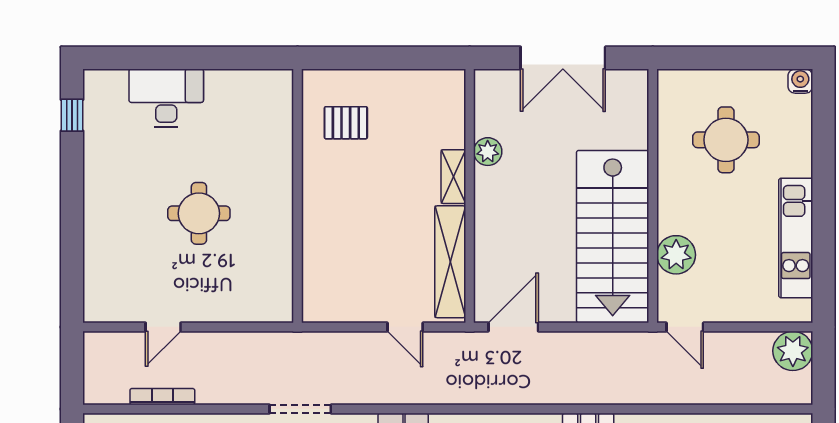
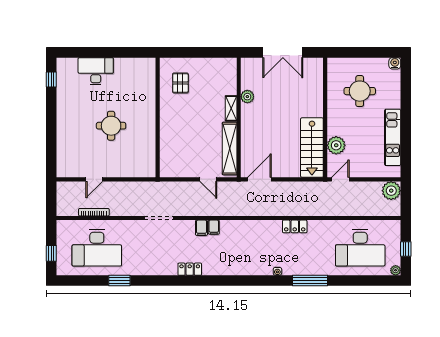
pallet: (346, 123) -> (180, 83), turned 90
stairs: (613, 237) -> (312, 148), width x0.73, depth x0.66
door: (685, 327) -> (340, 179), swing flipped

